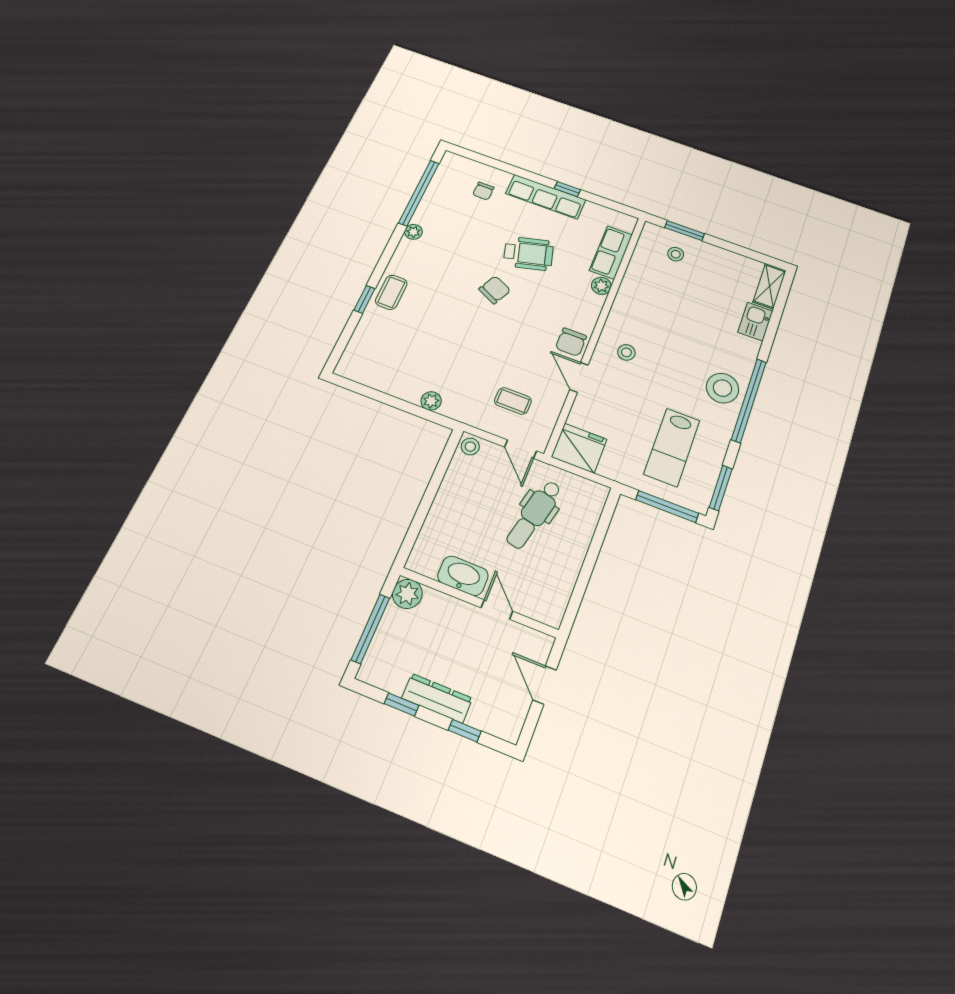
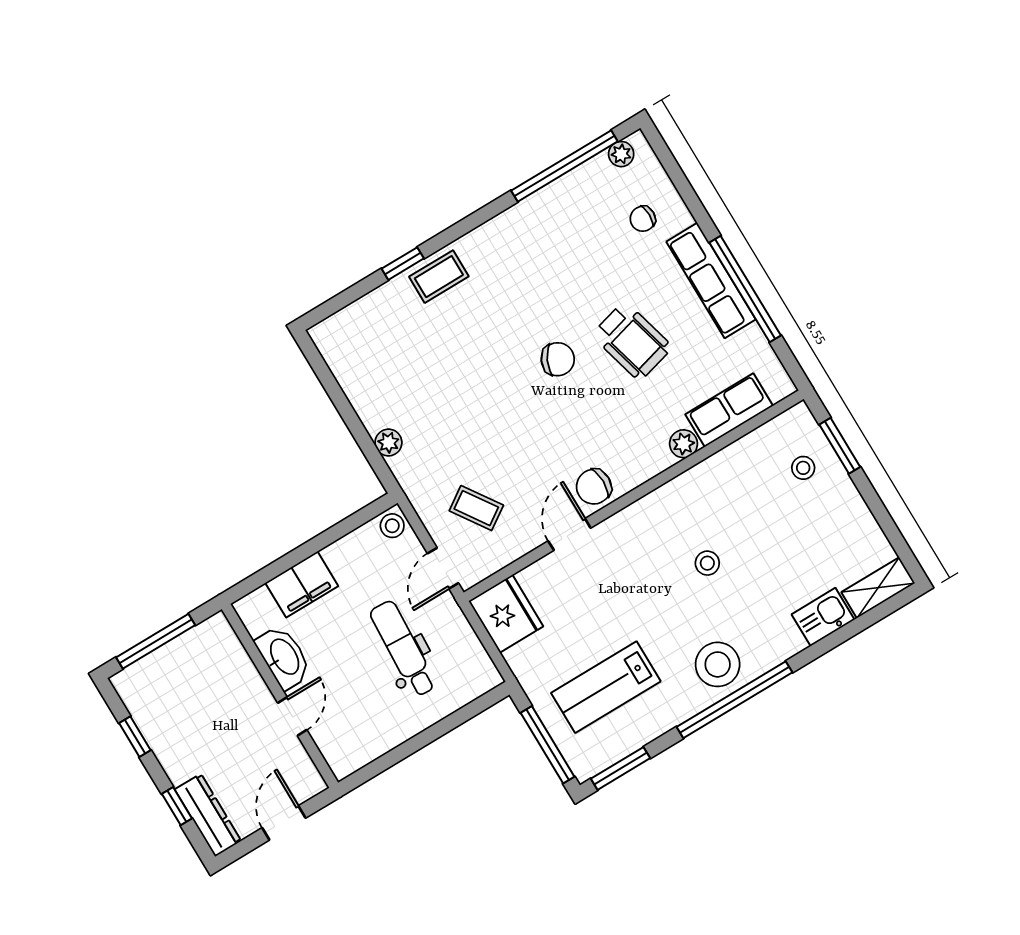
window: (567, 189) -> (745, 289), width x3.17
plant: (413, 232) -> (621, 154), moved
stool: (626, 352) -> (707, 563), moved
coffee table: (513, 401) -> (476, 508), turned -34
dental chair: (534, 514) -> (403, 649), turned 80
filing cabinet: (441, 522) -> (302, 584), added
plant: (407, 594) -> (216, 634), removed
dresser: (437, 698) -> (208, 815), moved

